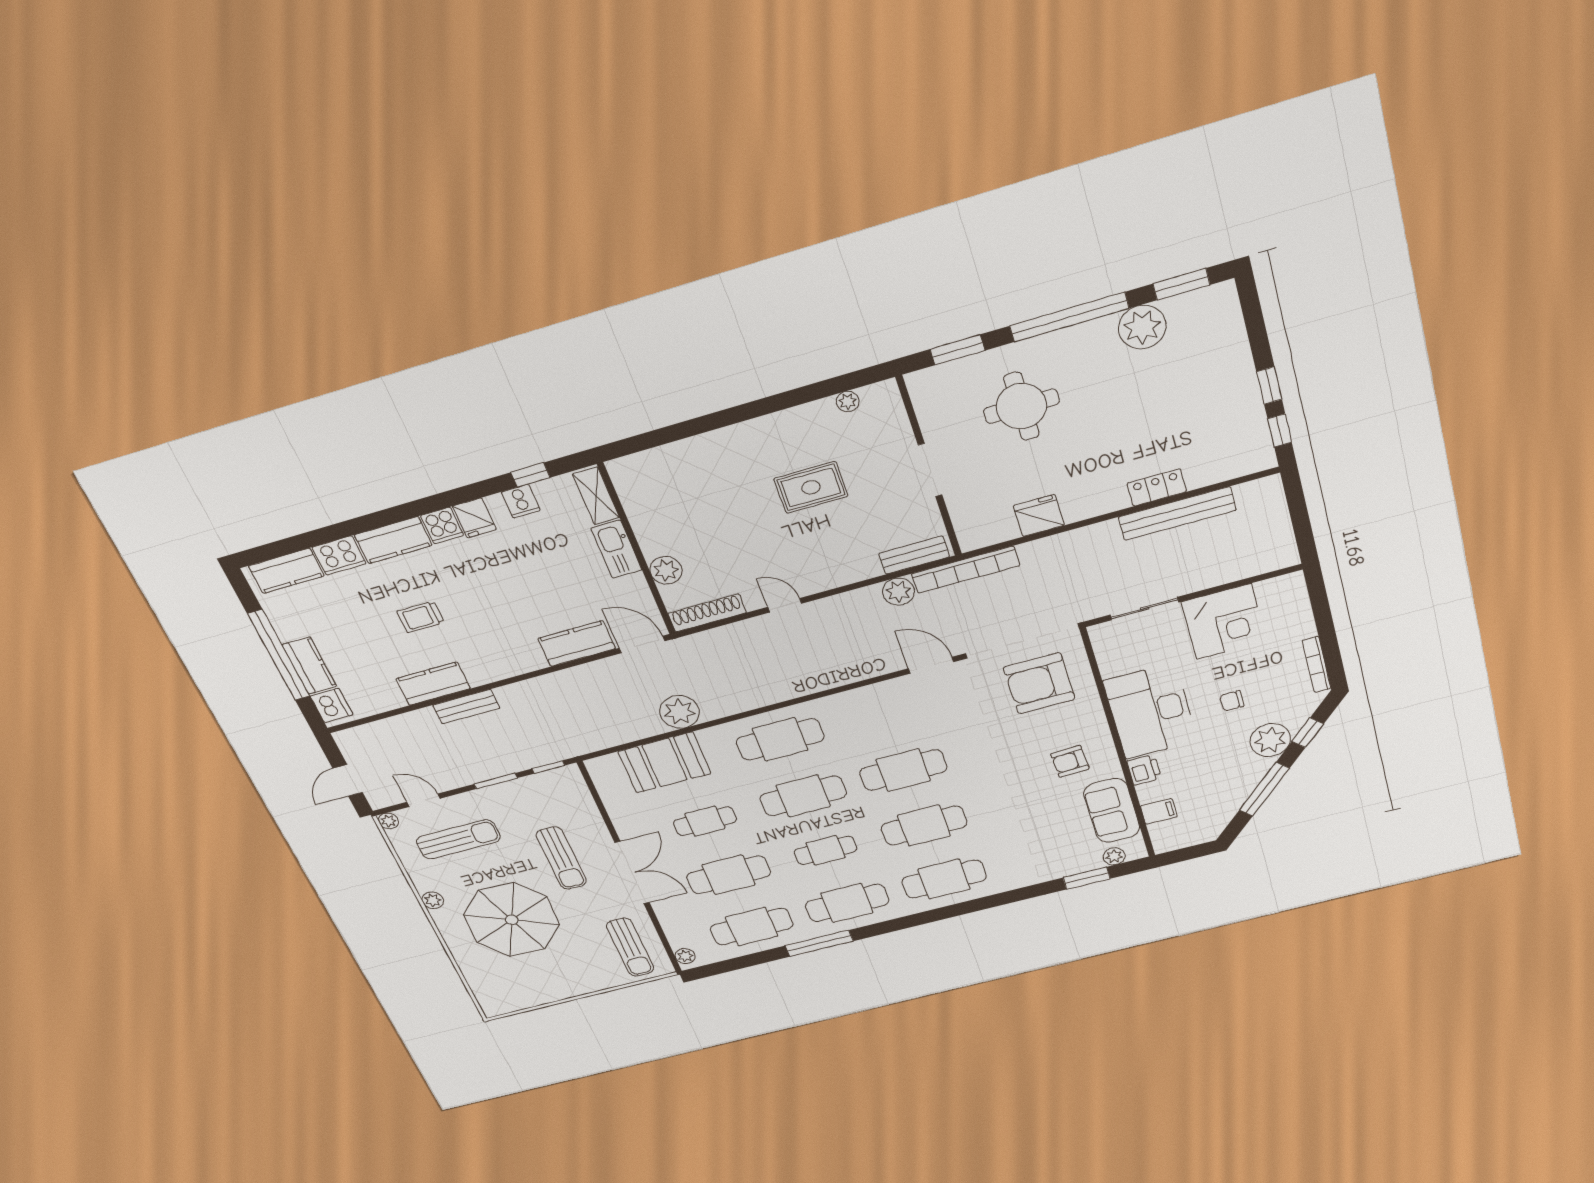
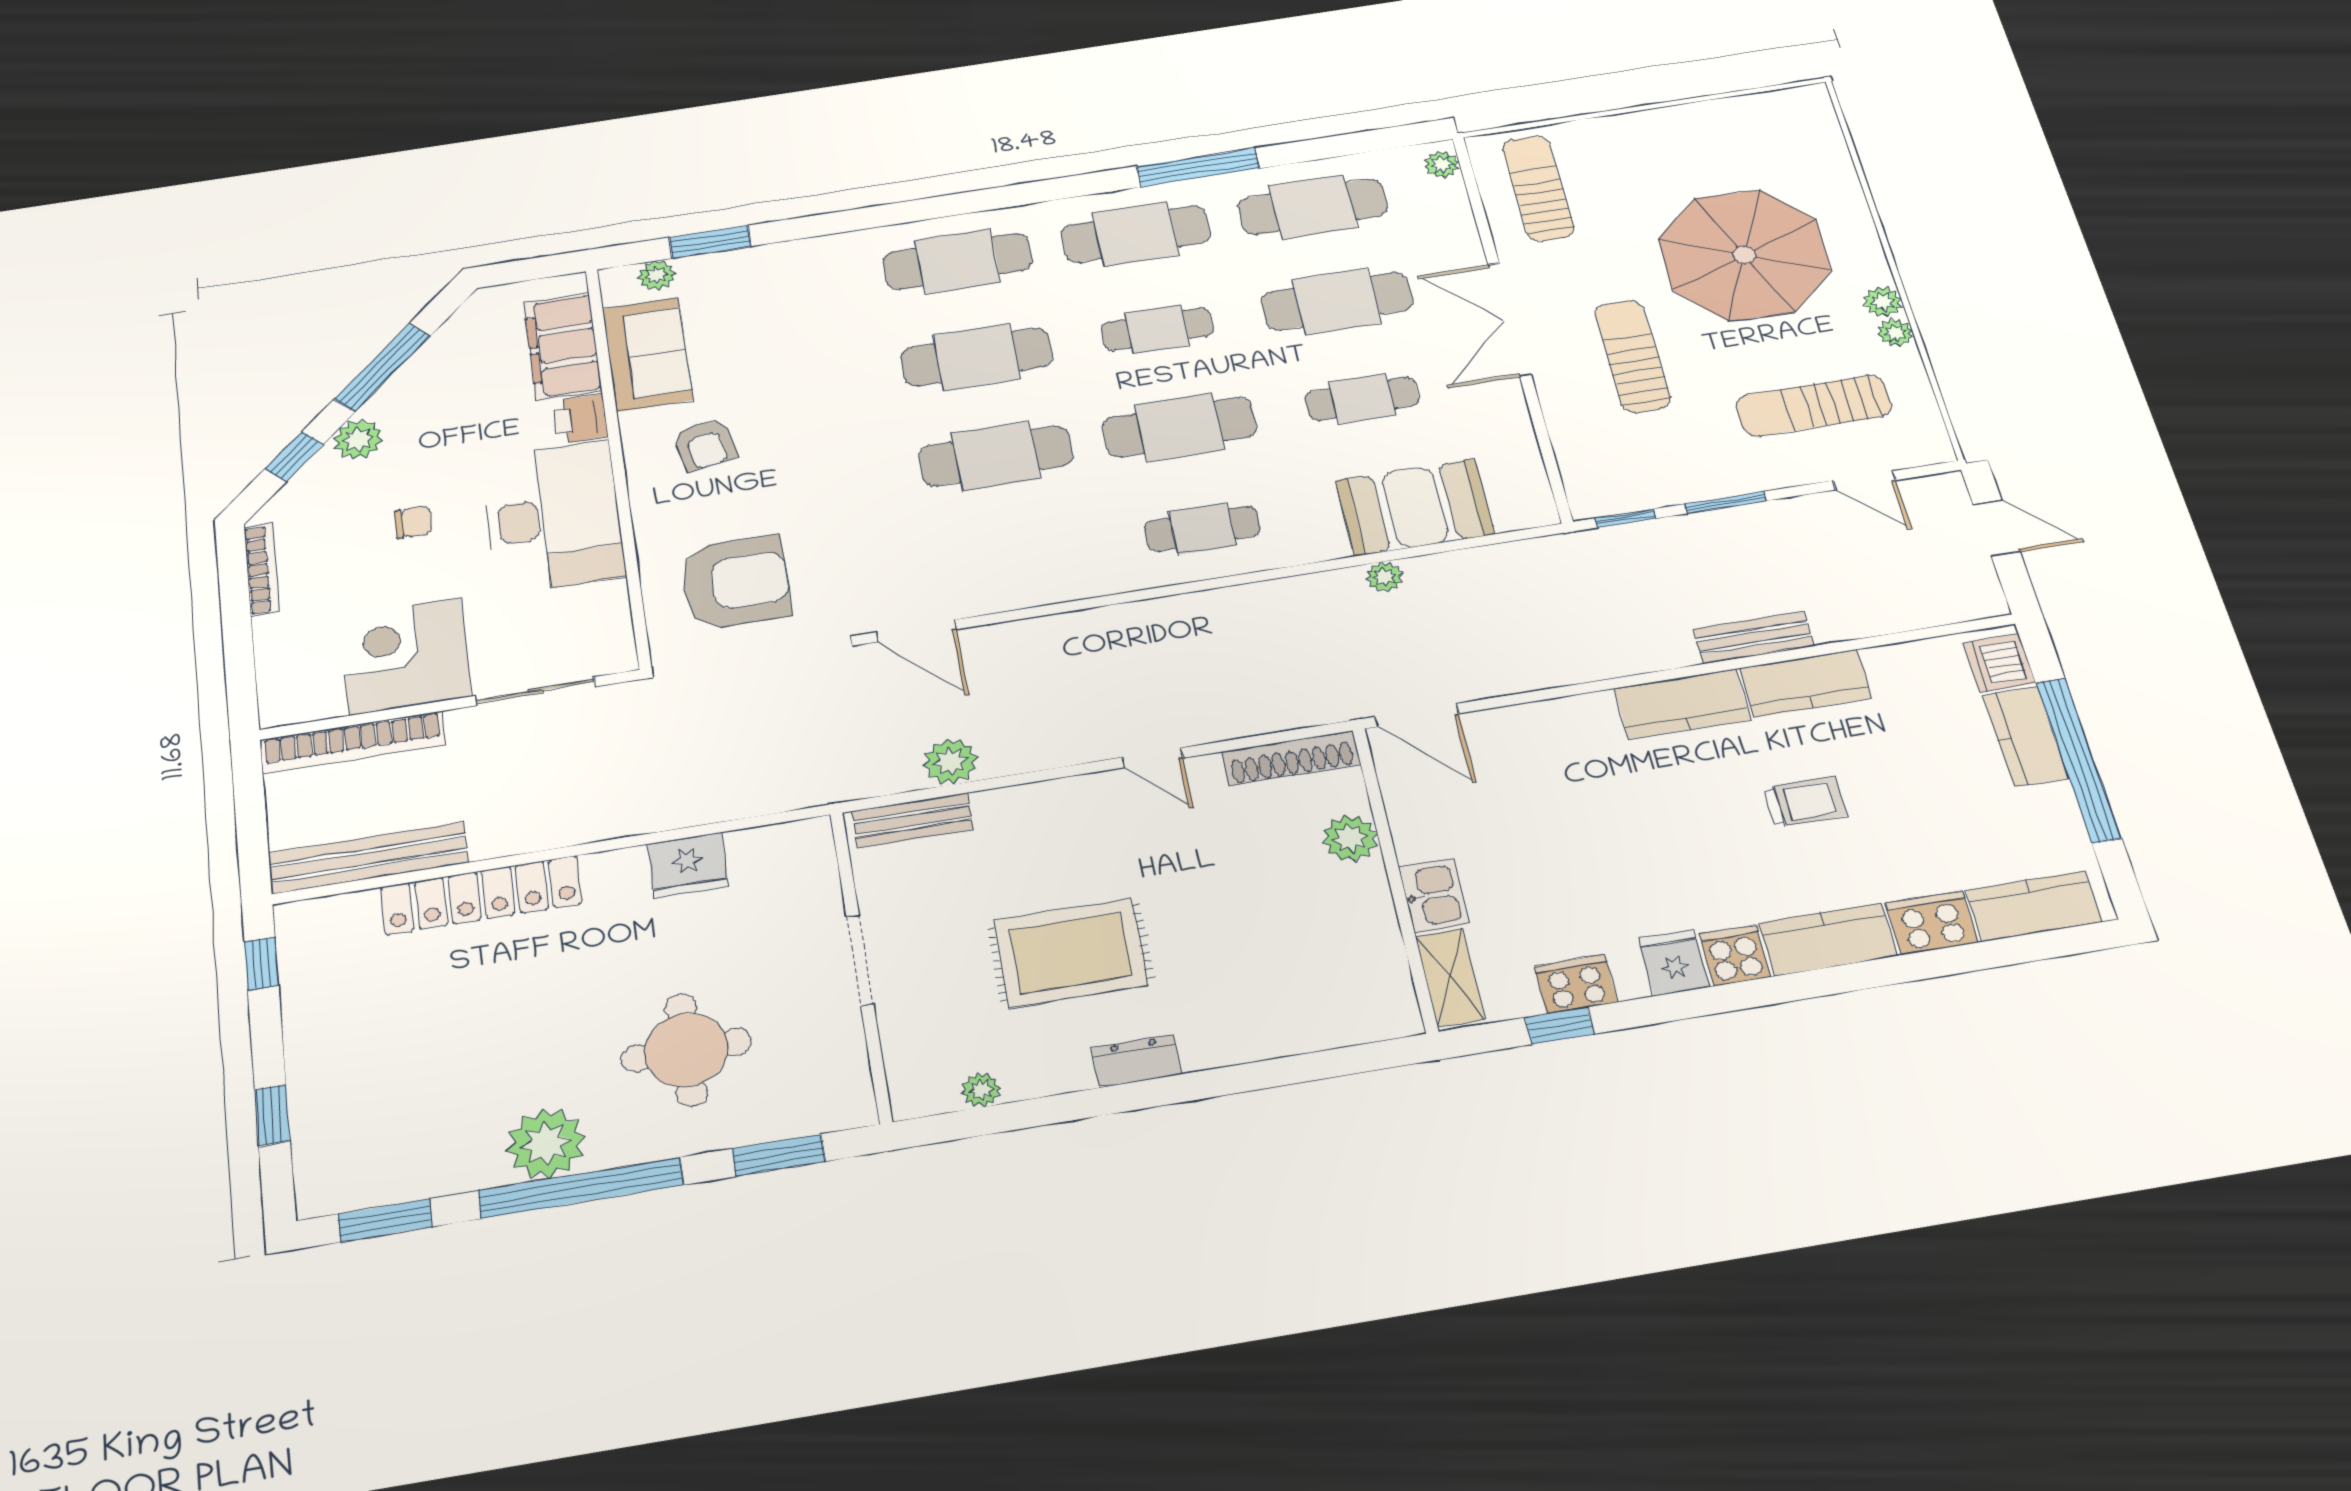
plant: (1142, 327) -> (546, 1144), moved
window: (1269, 385) -> (272, 1115), moved
dresser: (763, 428) -> (1136, 1061), added
rug: (811, 487) -> (1070, 953), width x1.36, depth x1.43
locker: (1157, 487) -> (481, 895), width x2.16, depth x1.21
cooker: (521, 501) -> (1576, 984), width x1.36
bench: (1177, 514) -> (368, 858), moved
kitchen sink: (616, 549) -> (1434, 895), width x0.73
bookcase: (966, 570) -> (353, 742), moved, turned 180
kitchen counter: (577, 644) -> (1682, 704), moved
plant: (679, 712) -> (1385, 577), width x0.53, depth x0.53
cafe table: (780, 739) -> (1202, 528), width x0.73, depth x0.74
plant: (1270, 740) -> (358, 439), width x0.73, depth x0.73
armchair: (1070, 761) -> (705, 445), turned 82
door: (348, 780) -> (1997, 528), hinge flipped
filing cabinet: (1159, 811) -> (563, 346), width x3.00, depth x1.17
plant: (388, 821) -> (1895, 333), moved

